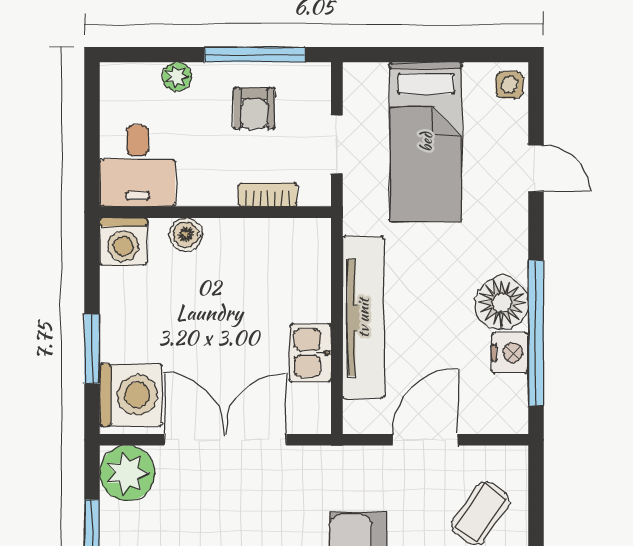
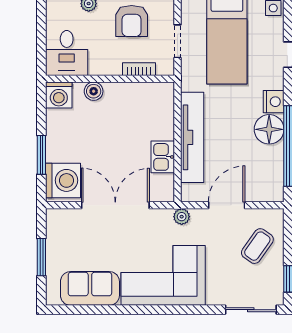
armchair: (254, 108) -> (132, 21), width x1.38, depth x1.38
nightstand: (510, 353) -> (274, 102), moved
plant: (127, 473) -> (182, 217), moved, width x0.53, depth x0.53

